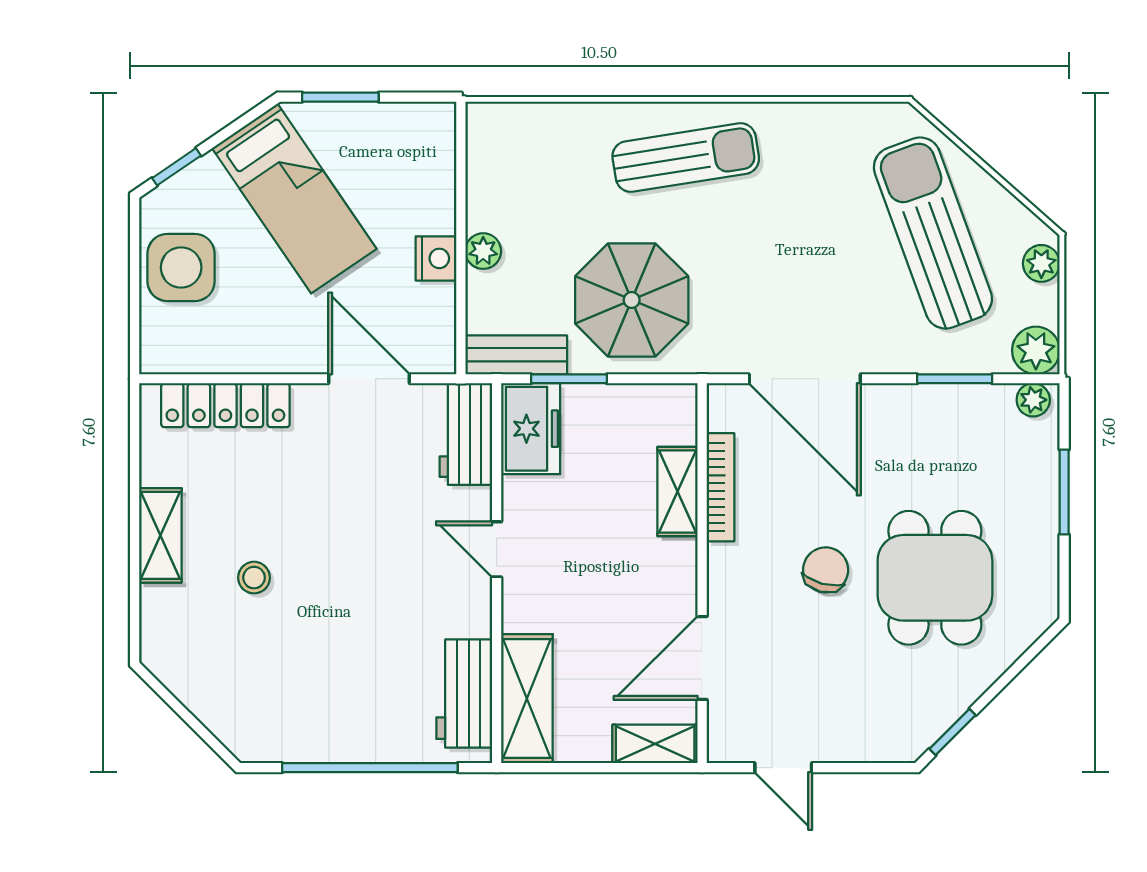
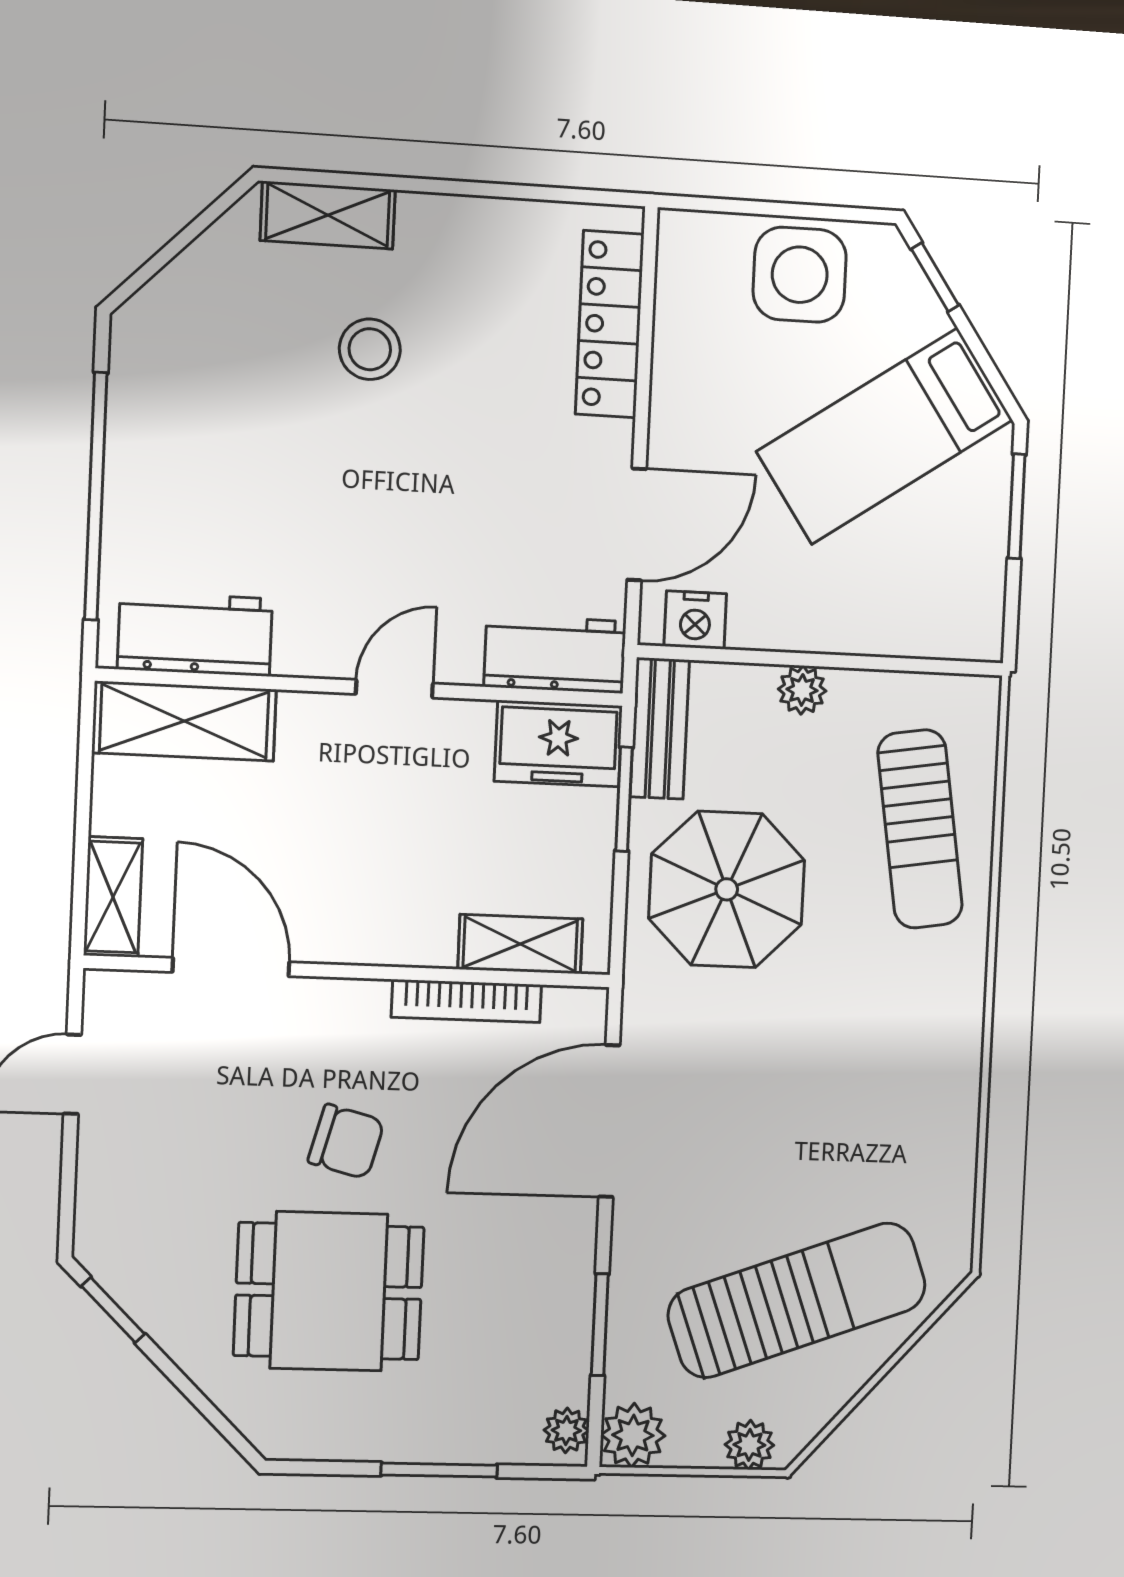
sun lounger: (686, 158) -> (920, 829), moved
nightstand: (436, 258) -> (695, 620), moved
shelving: (678, 492) -> (520, 944), moved
shelving: (160, 535) -> (328, 215), moved
stool: (254, 578) -> (370, 349), width x1.37, depth x1.37

